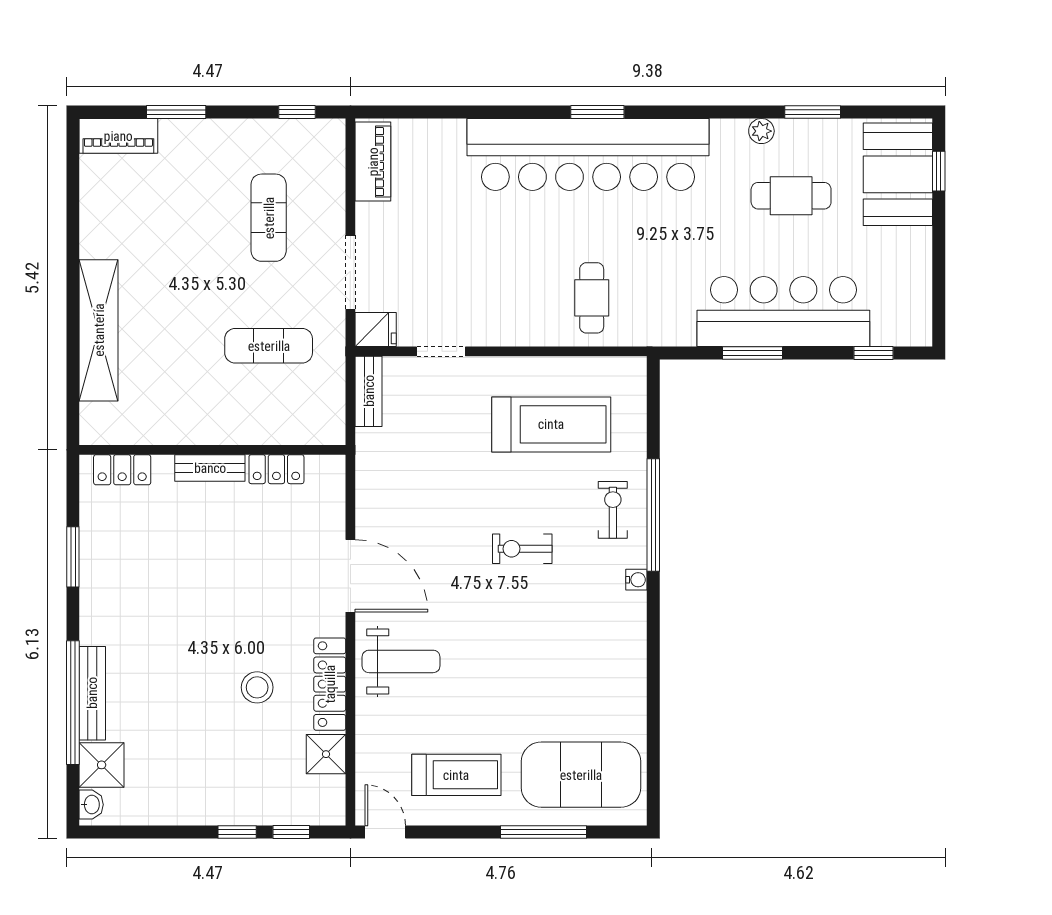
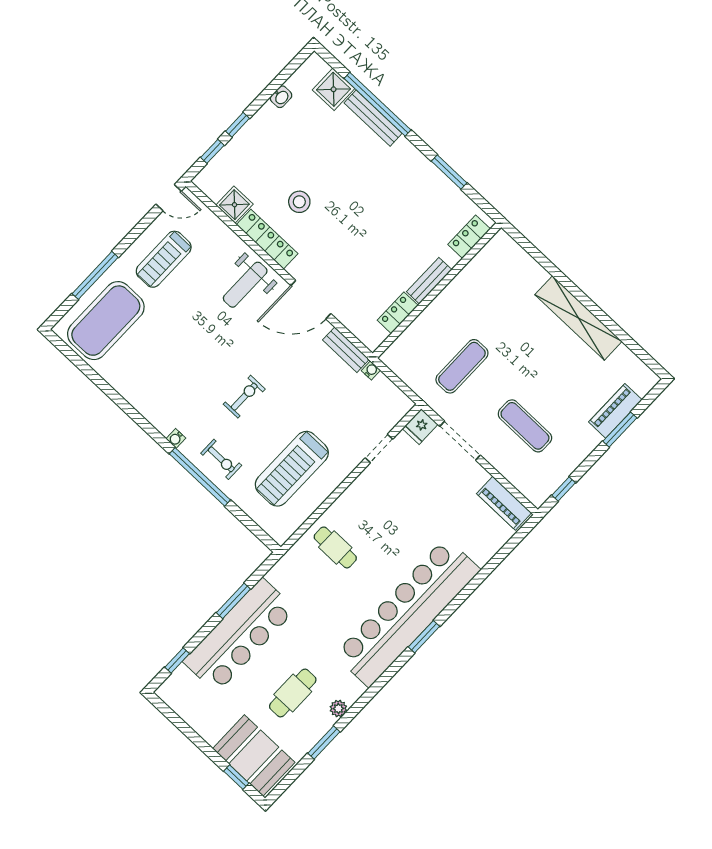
piano: (118, 136) -> (615, 411), moved
shelving: (99, 330) -> (578, 318), moved
bench: (369, 391) -> (346, 350), moved
water cooler: (365, 439) -> (371, 370), added
washbasin: (91, 805) -> (281, 97), moved, turned -90

